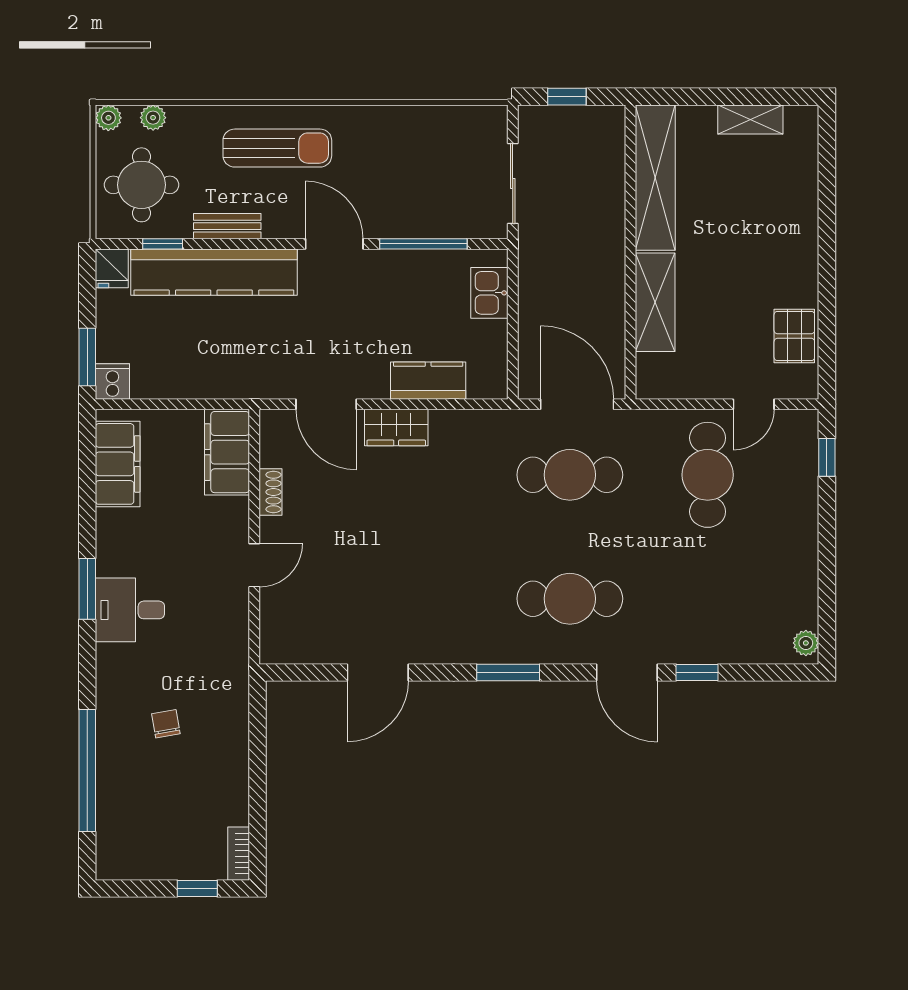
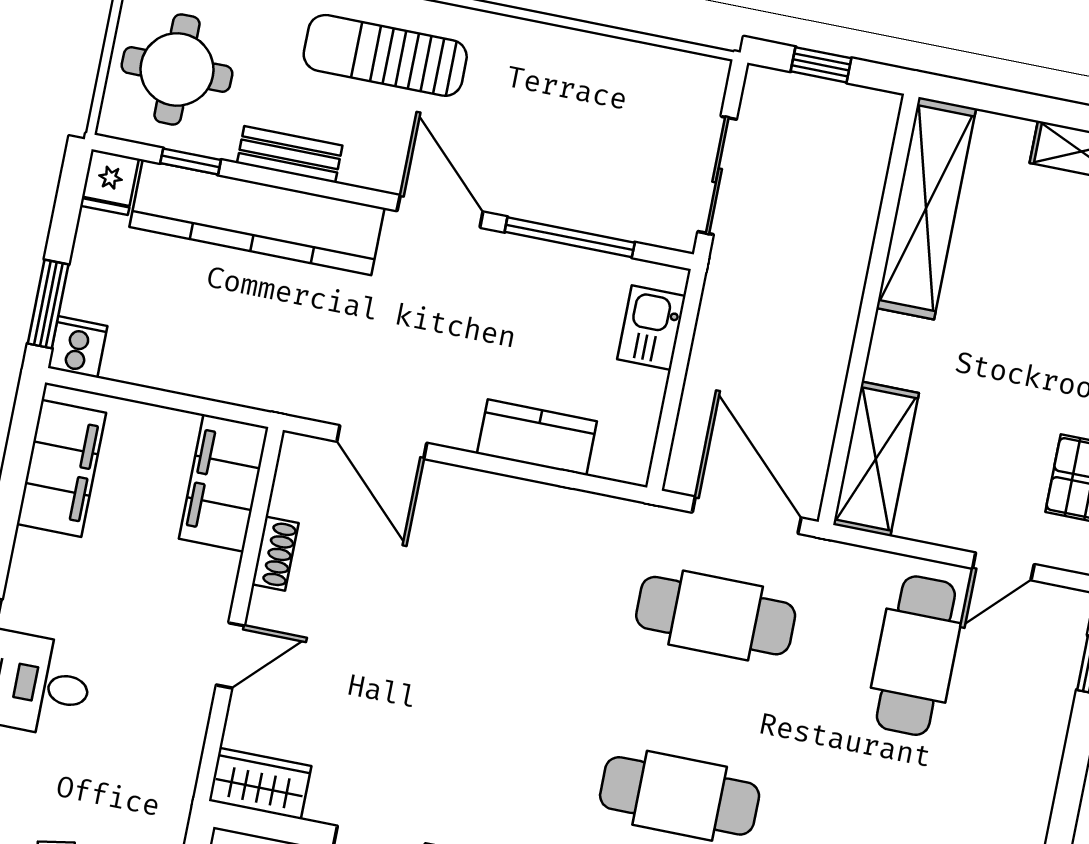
sun lounger: (277, 148) -> (385, 55), turned 180
shelving: (655, 302) -> (876, 459), moved
wardrobe: (396, 428) -> (260, 783), moved, turned 180

